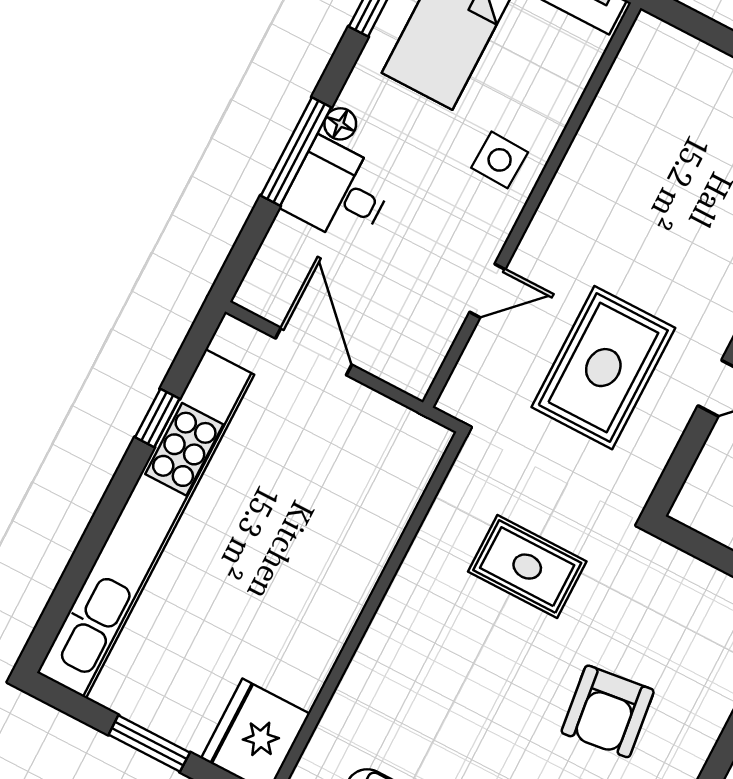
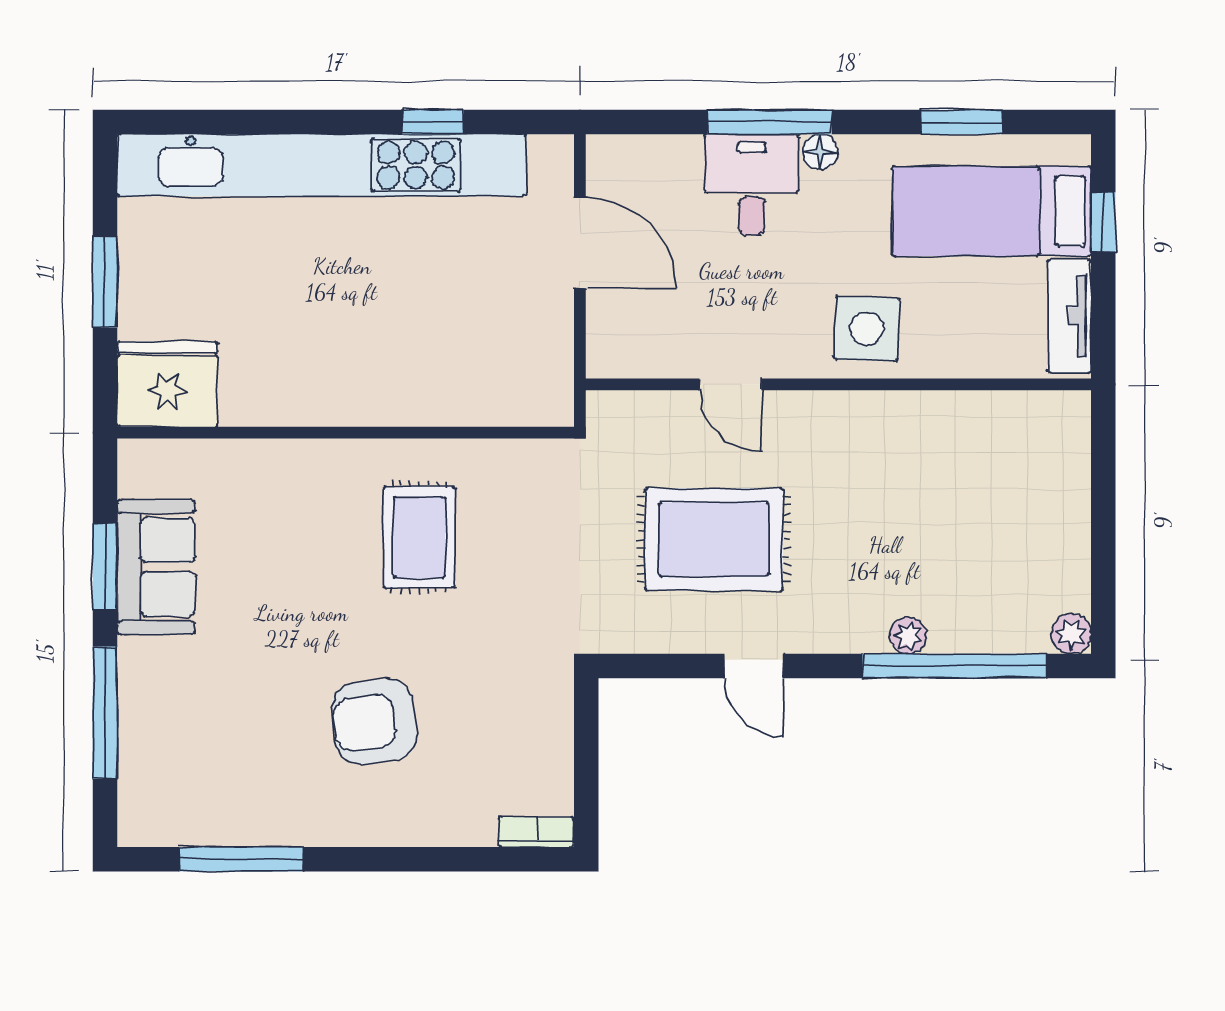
side table: (500, 160) -> (867, 329), width x1.37, depth x1.37
door: (314, 352) -> (580, 243), hinge flipped
rug: (527, 567) -> (419, 537), moved

